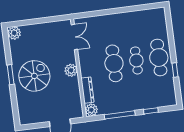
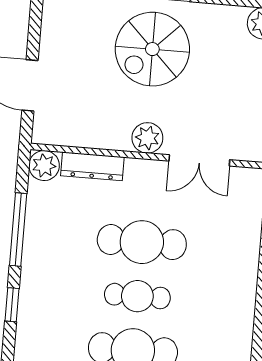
double door: (74, 37) -> (199, 160), moved
spiral stairs: (34, 76) -> (152, 49), turned 90

